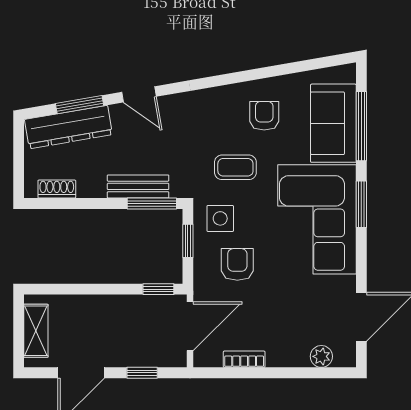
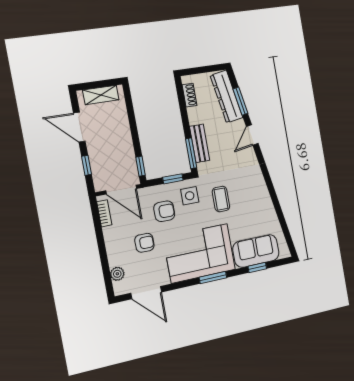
armchair: (264, 116) -> (144, 243), moved
window: (361, 126) -> (257, 267), width x0.46
bookcase: (244, 359) -> (104, 213), moved

